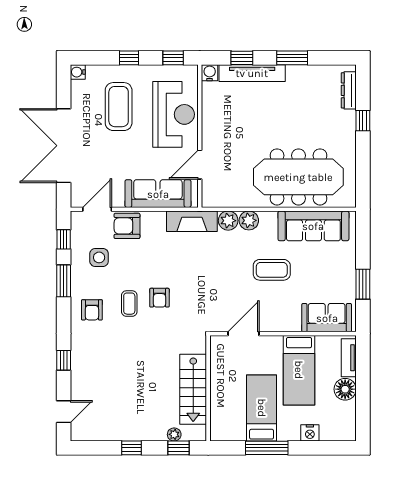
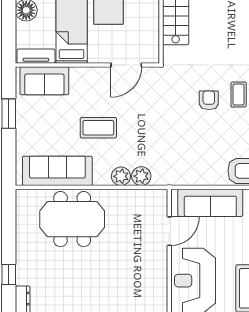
meeting table: (298, 177) -> (72, 219), width x0.73
fireplace: (192, 221) -> (177, 176), removed
tv unit: (349, 358) -> (36, 56), moved, turned -90

